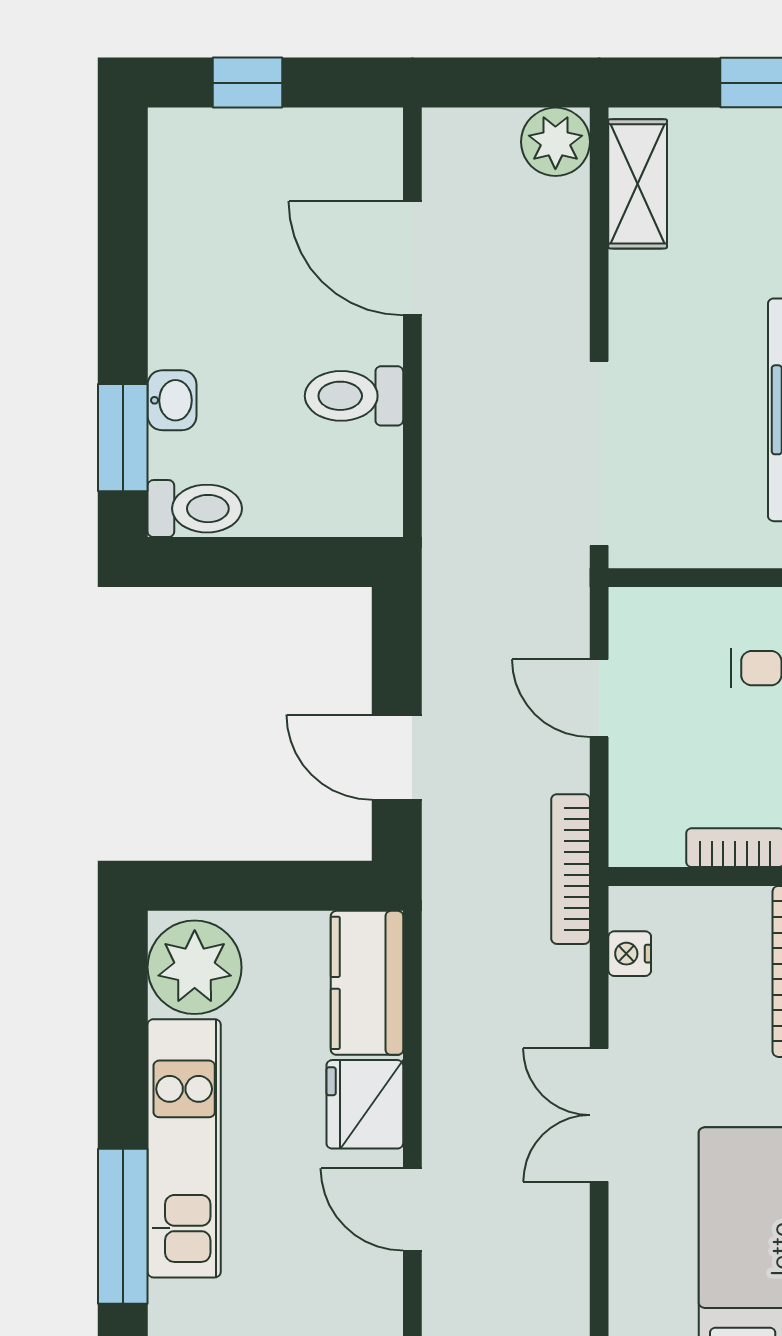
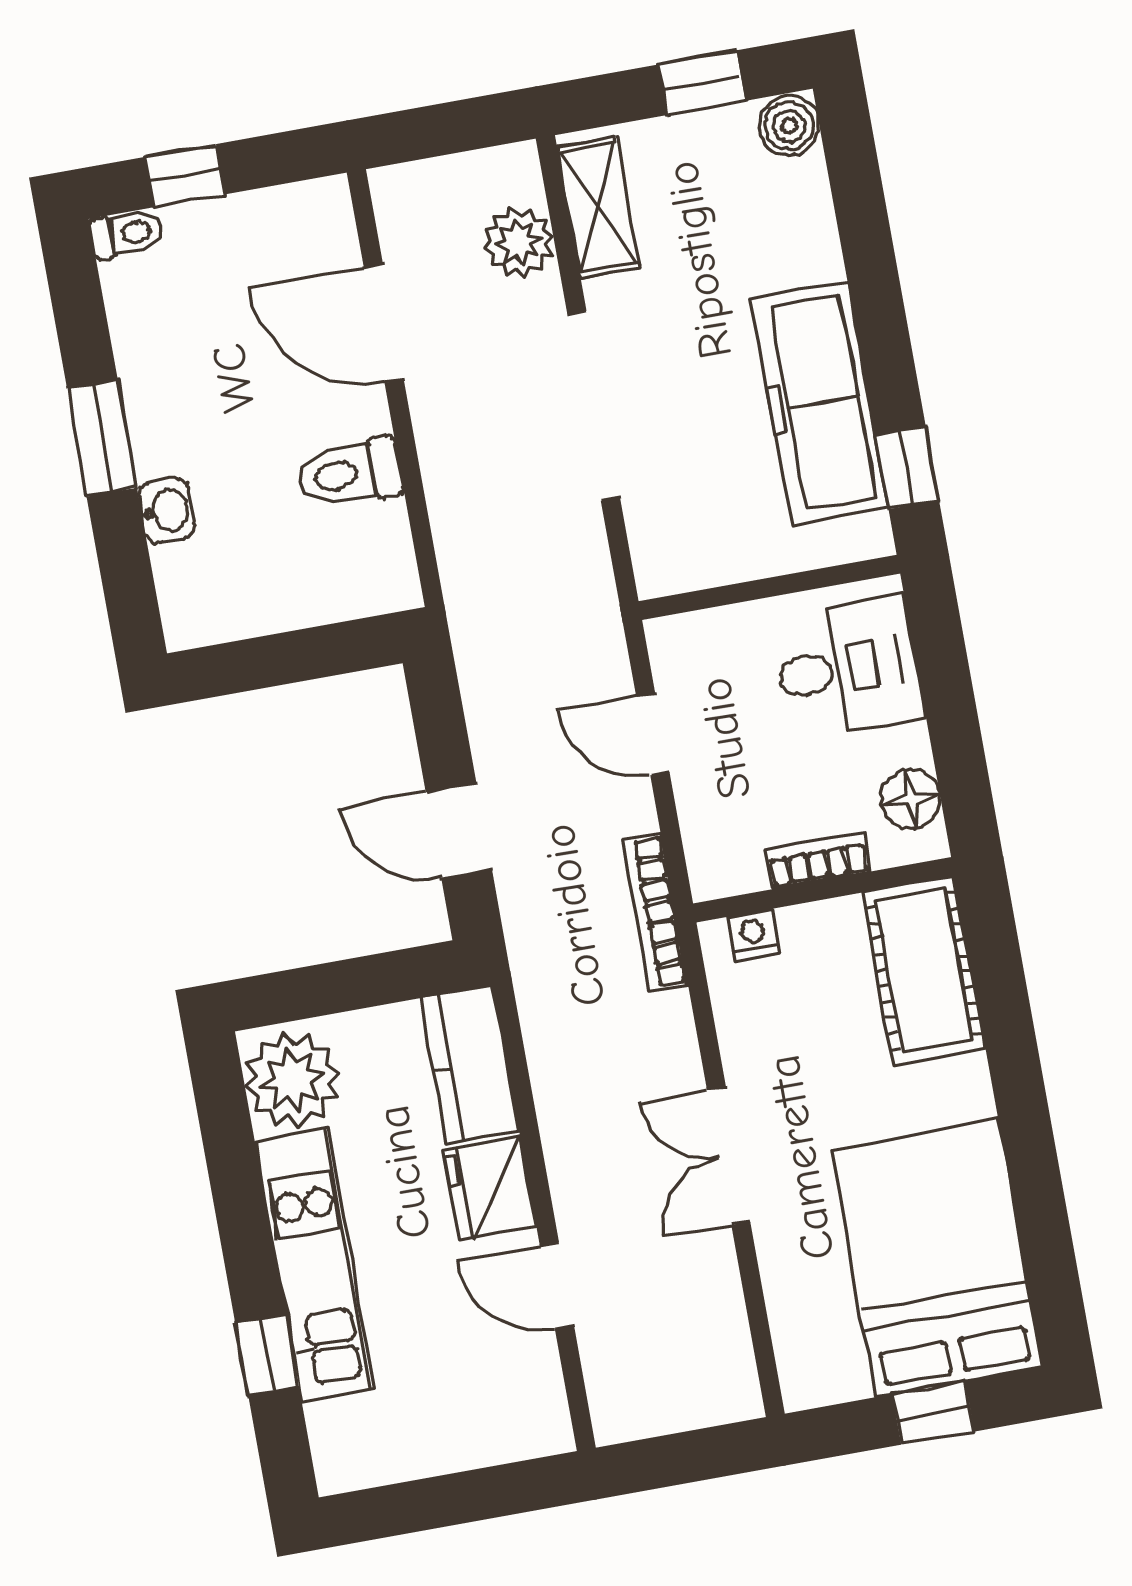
plant: (555, 142) -> (519, 242), moved
window: (123, 438) -> (102, 438), moved
doorway: (599, 453) -> (594, 406), moved
toilet: (195, 509) -> (127, 234), moved, width x0.73, depth x0.72
nightstand: (630, 954) -> (753, 934), moved, turned 90
window: (123, 1226) -> (267, 1355), width x0.46

